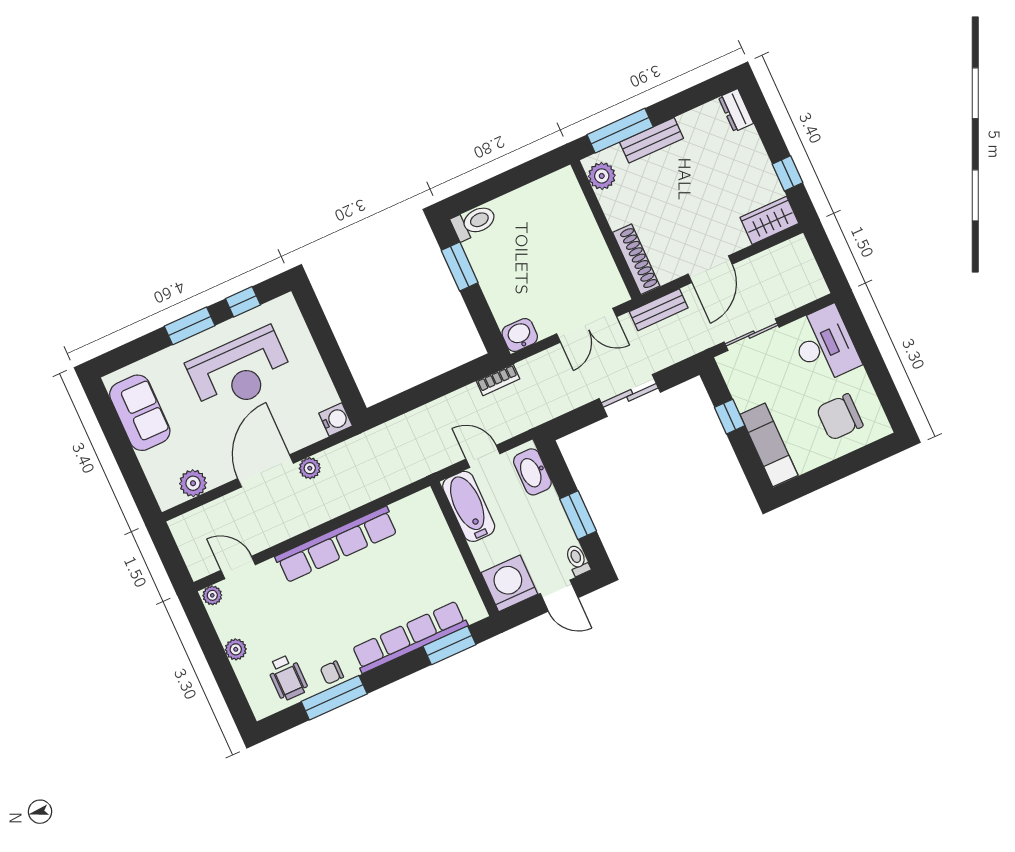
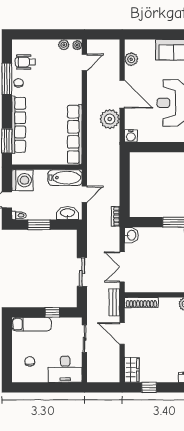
chair: (840, 417) -> (30, 361), width x0.54, depth x0.54
plant: (310, 468) -> (110, 119), width x1.87, depth x1.87
row of seats: (336, 544) -> (75, 134), moved
plant: (236, 649) -> (64, 45), moved

